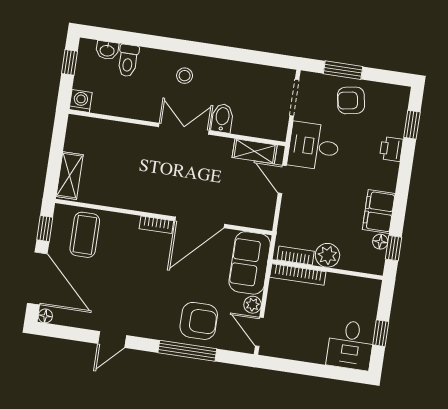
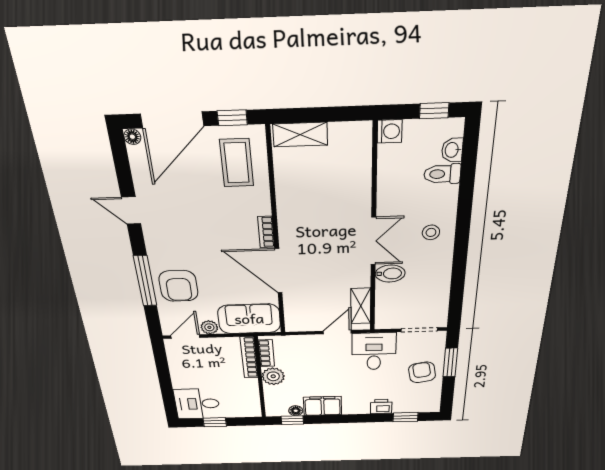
coffee table: (85, 235) -> (237, 163), turned 90

